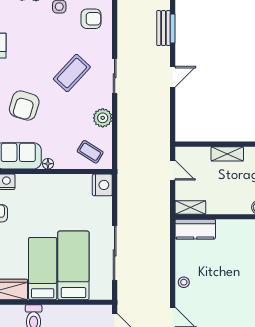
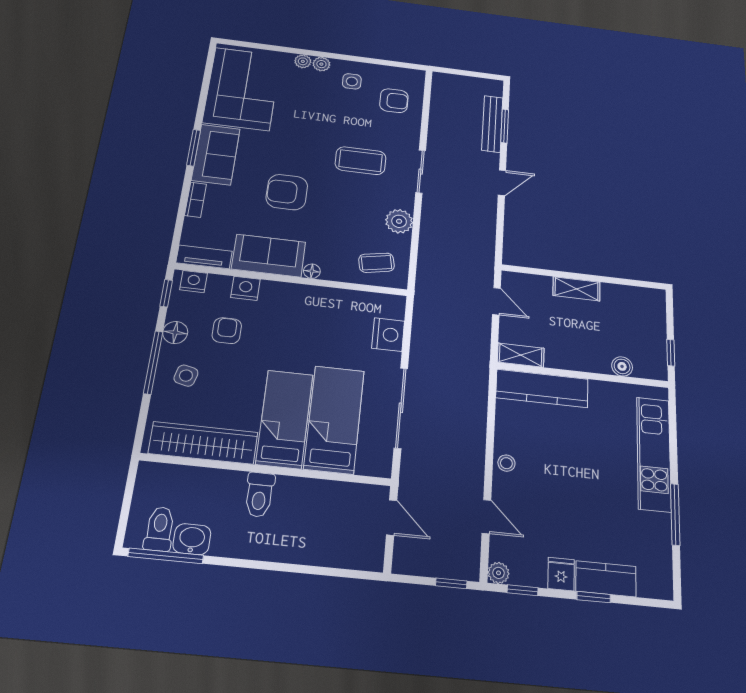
bench: (164, 28) -> (492, 124), width x1.36
coffee table: (72, 73) -> (361, 161), turned 47
armchair: (24, 106) -> (287, 192), turned 73
coffee table: (90, 152) -> (377, 263), turned -43
nightstand: (102, 185) -> (388, 335), moved
kitchen counter: (195, 229) -> (542, 388), width x1.50

